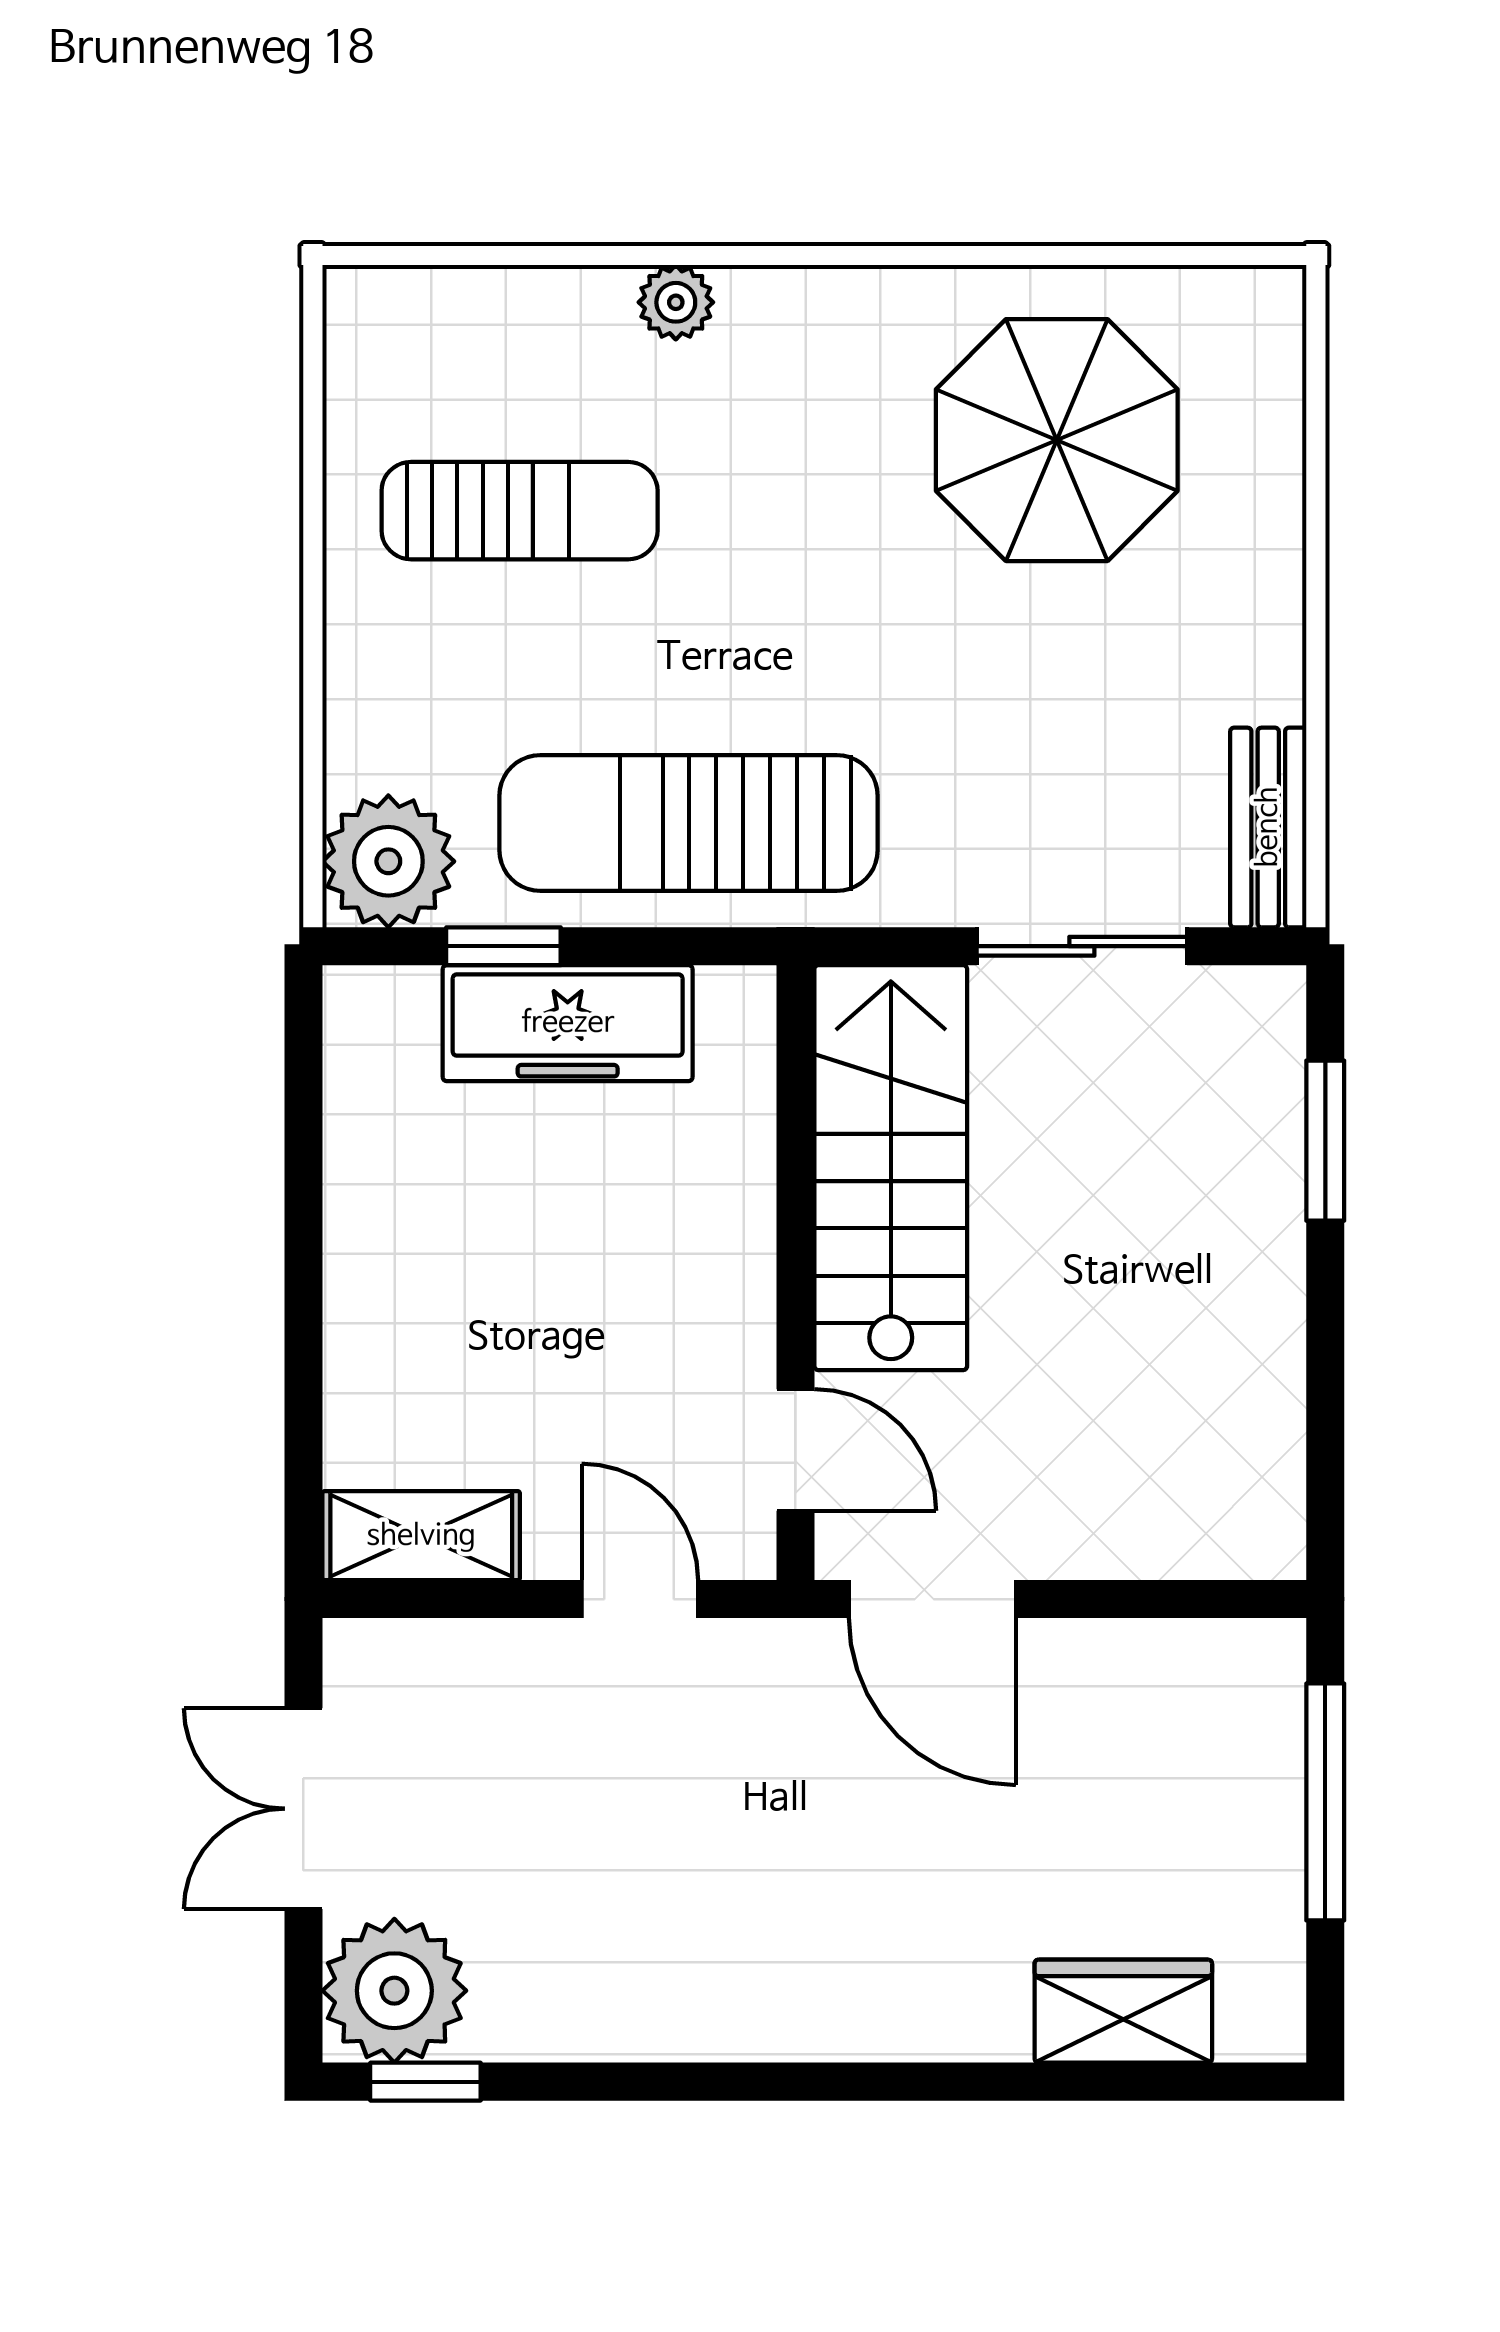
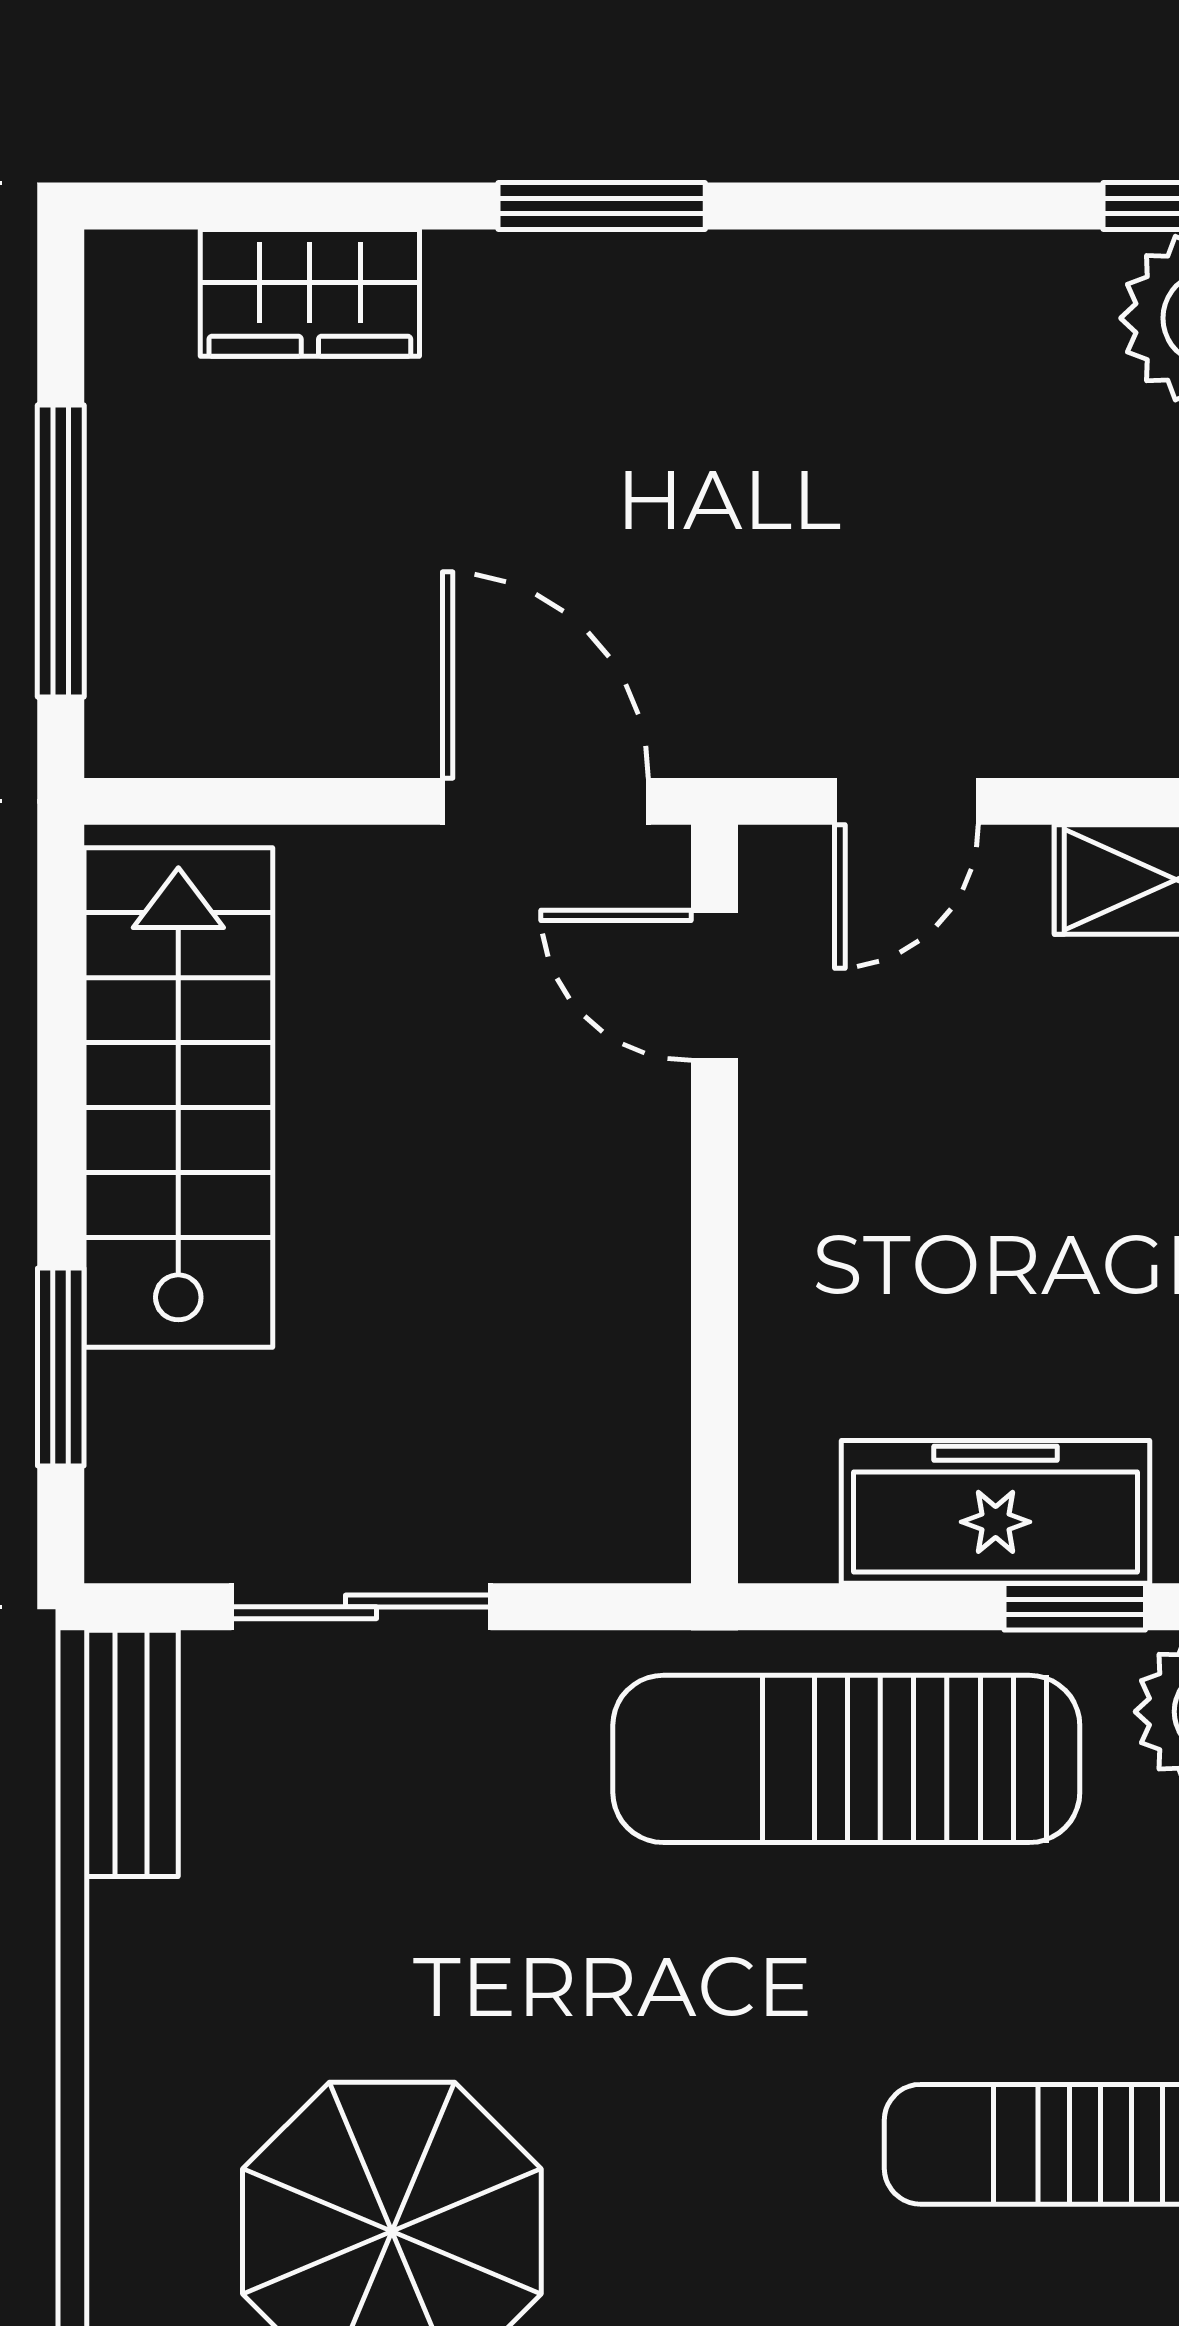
sun lounger: (689, 823) -> (846, 1759), turned 180
stairs: (891, 1168) -> (178, 1098), moved, turned 180
door: (640, 1599) -> (906, 801), hinge flipped
window: (887, 2082) -> (602, 206), added

